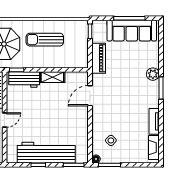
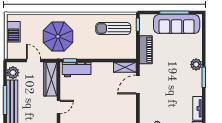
sun lounger: (45, 40) -> (113, 28), moved
shelving: (52, 77) -> (125, 67), moved

